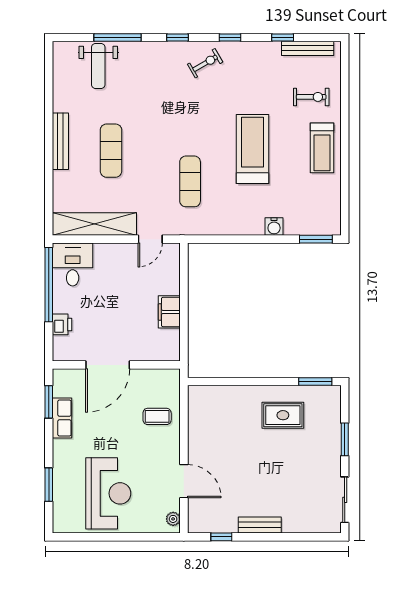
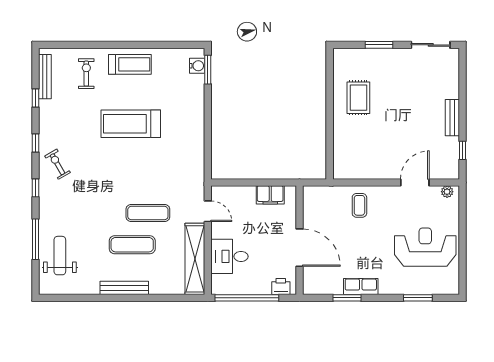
weight bench: (98, 66) -> (60, 256), turned -90
exercise mat: (190, 181) -> (148, 213), moved
water cooler: (274, 227) -> (197, 66), moved
desk: (73, 264) -> (230, 256), moved
door: (108, 365) -> (300, 248), moved
wall: (116, 365) -> (300, 240), moved
window: (315, 382) -> (330, 70), removed

